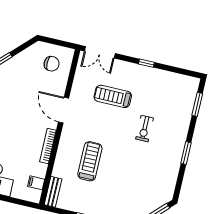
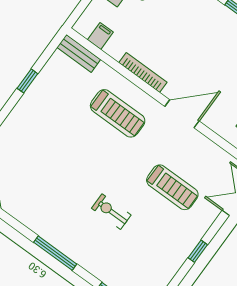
treadmill: (113, 96) -> (172, 187), turned 90
window: (186, 153) -> (55, 253), width x1.44
treadmill: (90, 161) -> (118, 113), moved

